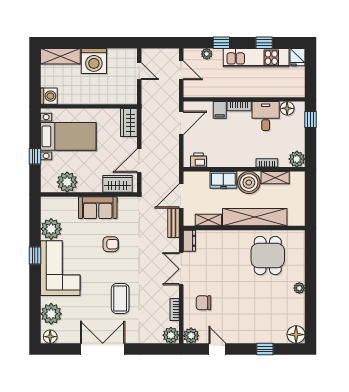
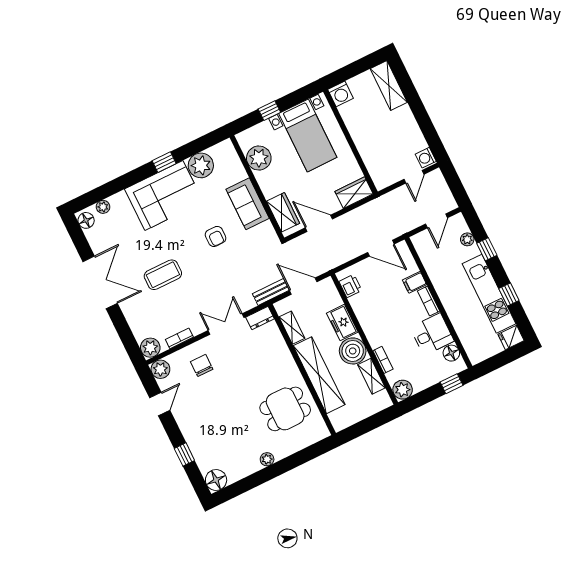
washing machine: (94, 61) -> (426, 158), moved, width x0.53, depth x0.53
plant: (51, 314) -> (103, 207), width x0.53, depth x0.53

